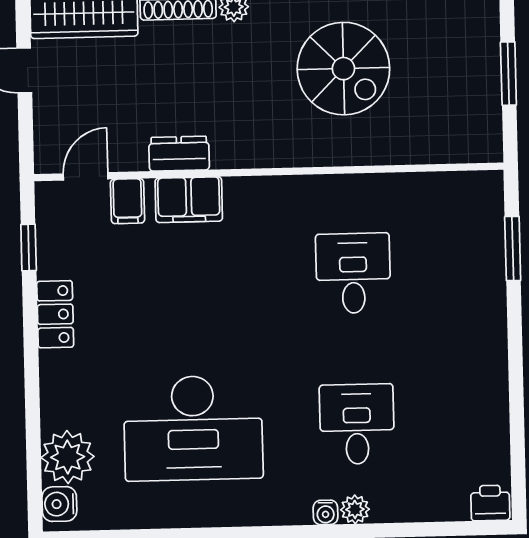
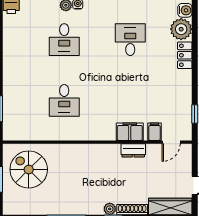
spiral stairs: (343, 69) -> (29, 169), moved
locker: (55, 314) -> (185, 55), moved
desk: (193, 428) -> (130, 40), width x0.53, depth x0.77

